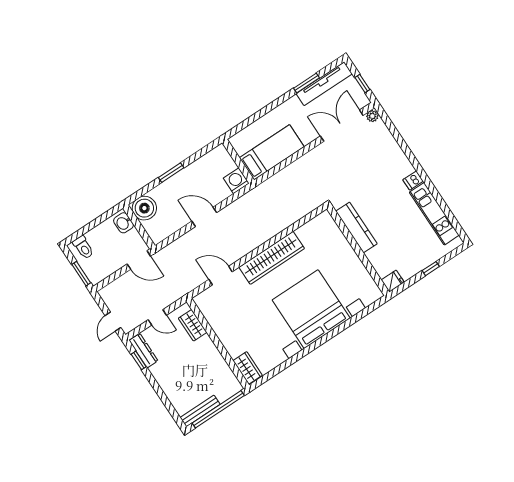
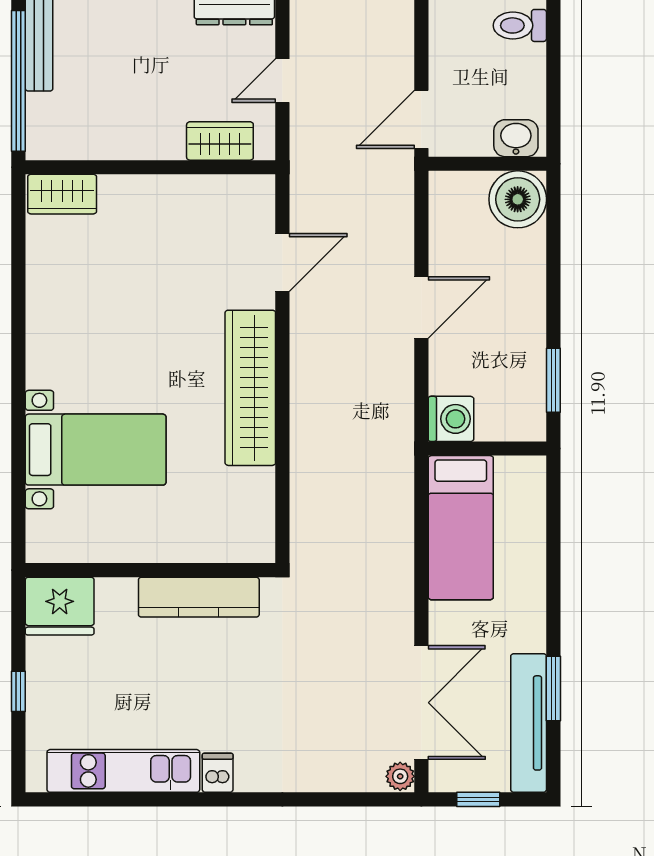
window: (171, 173) -> (553, 380), moved
fridge: (393, 281) -> (60, 606), width x1.88, depth x1.34
bed with nightstands: (311, 309) -> (96, 450), width x0.54

